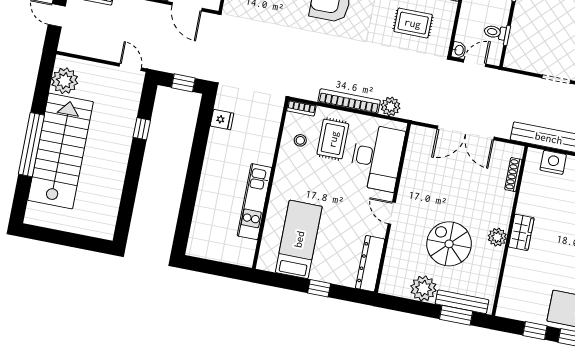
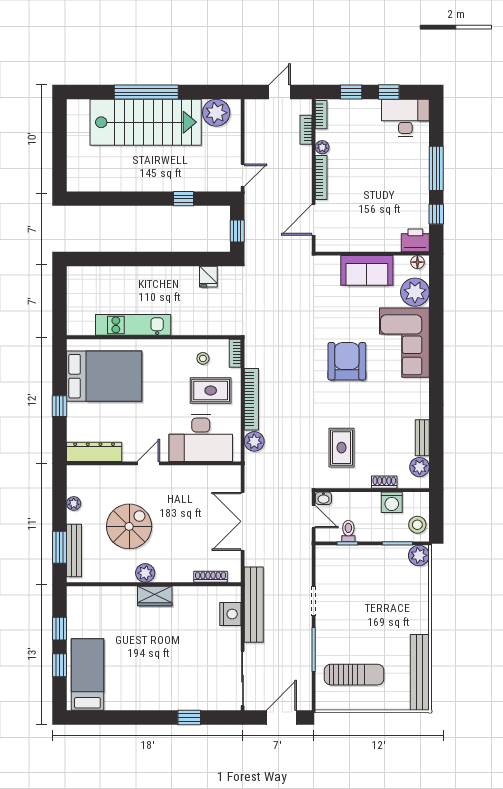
bed: (299, 239) -> (104, 376), width x1.50
plant: (423, 288) -> (74, 503), width x0.53, depth x0.53

